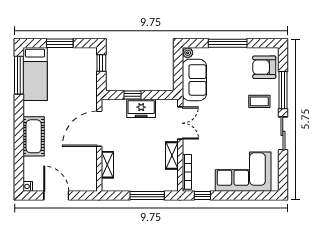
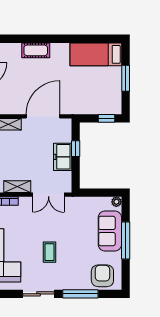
window: (19, 75) -> (95, 39), removed
sofa: (194, 80) -> (110, 231), moved, turned 90
coffee table: (259, 101) -> (49, 252), moved
door: (99, 129) -> (43, 116), hinge flipped
cot: (34, 136) -> (36, 50), width x0.73, depth x0.75

